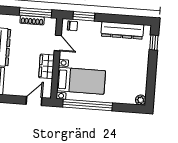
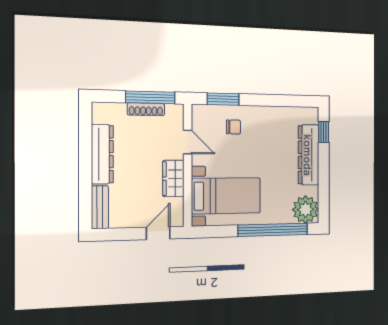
chair: (72, 26) -> (233, 127), moved
dresser: (122, 30) -> (308, 155), moved, turned 90
plant: (141, 100) -> (305, 209), width x1.87, depth x1.87
window: (88, 105) -> (273, 230), moved

